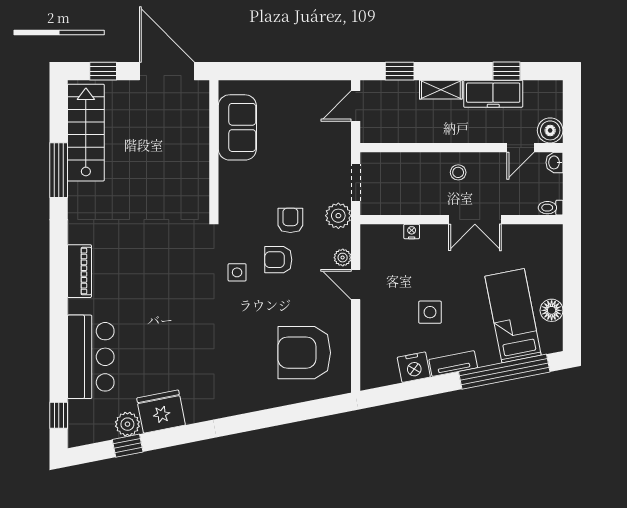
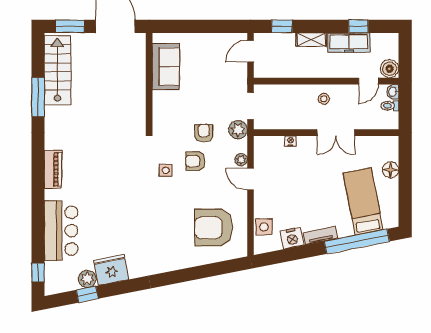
window: (103, 71) -> (70, 26), width x1.50
toilet: (551, 208) -> (390, 106), moved
floor lamp: (552, 310) -> (391, 170), moved
side table: (430, 312) -> (264, 227), moved

